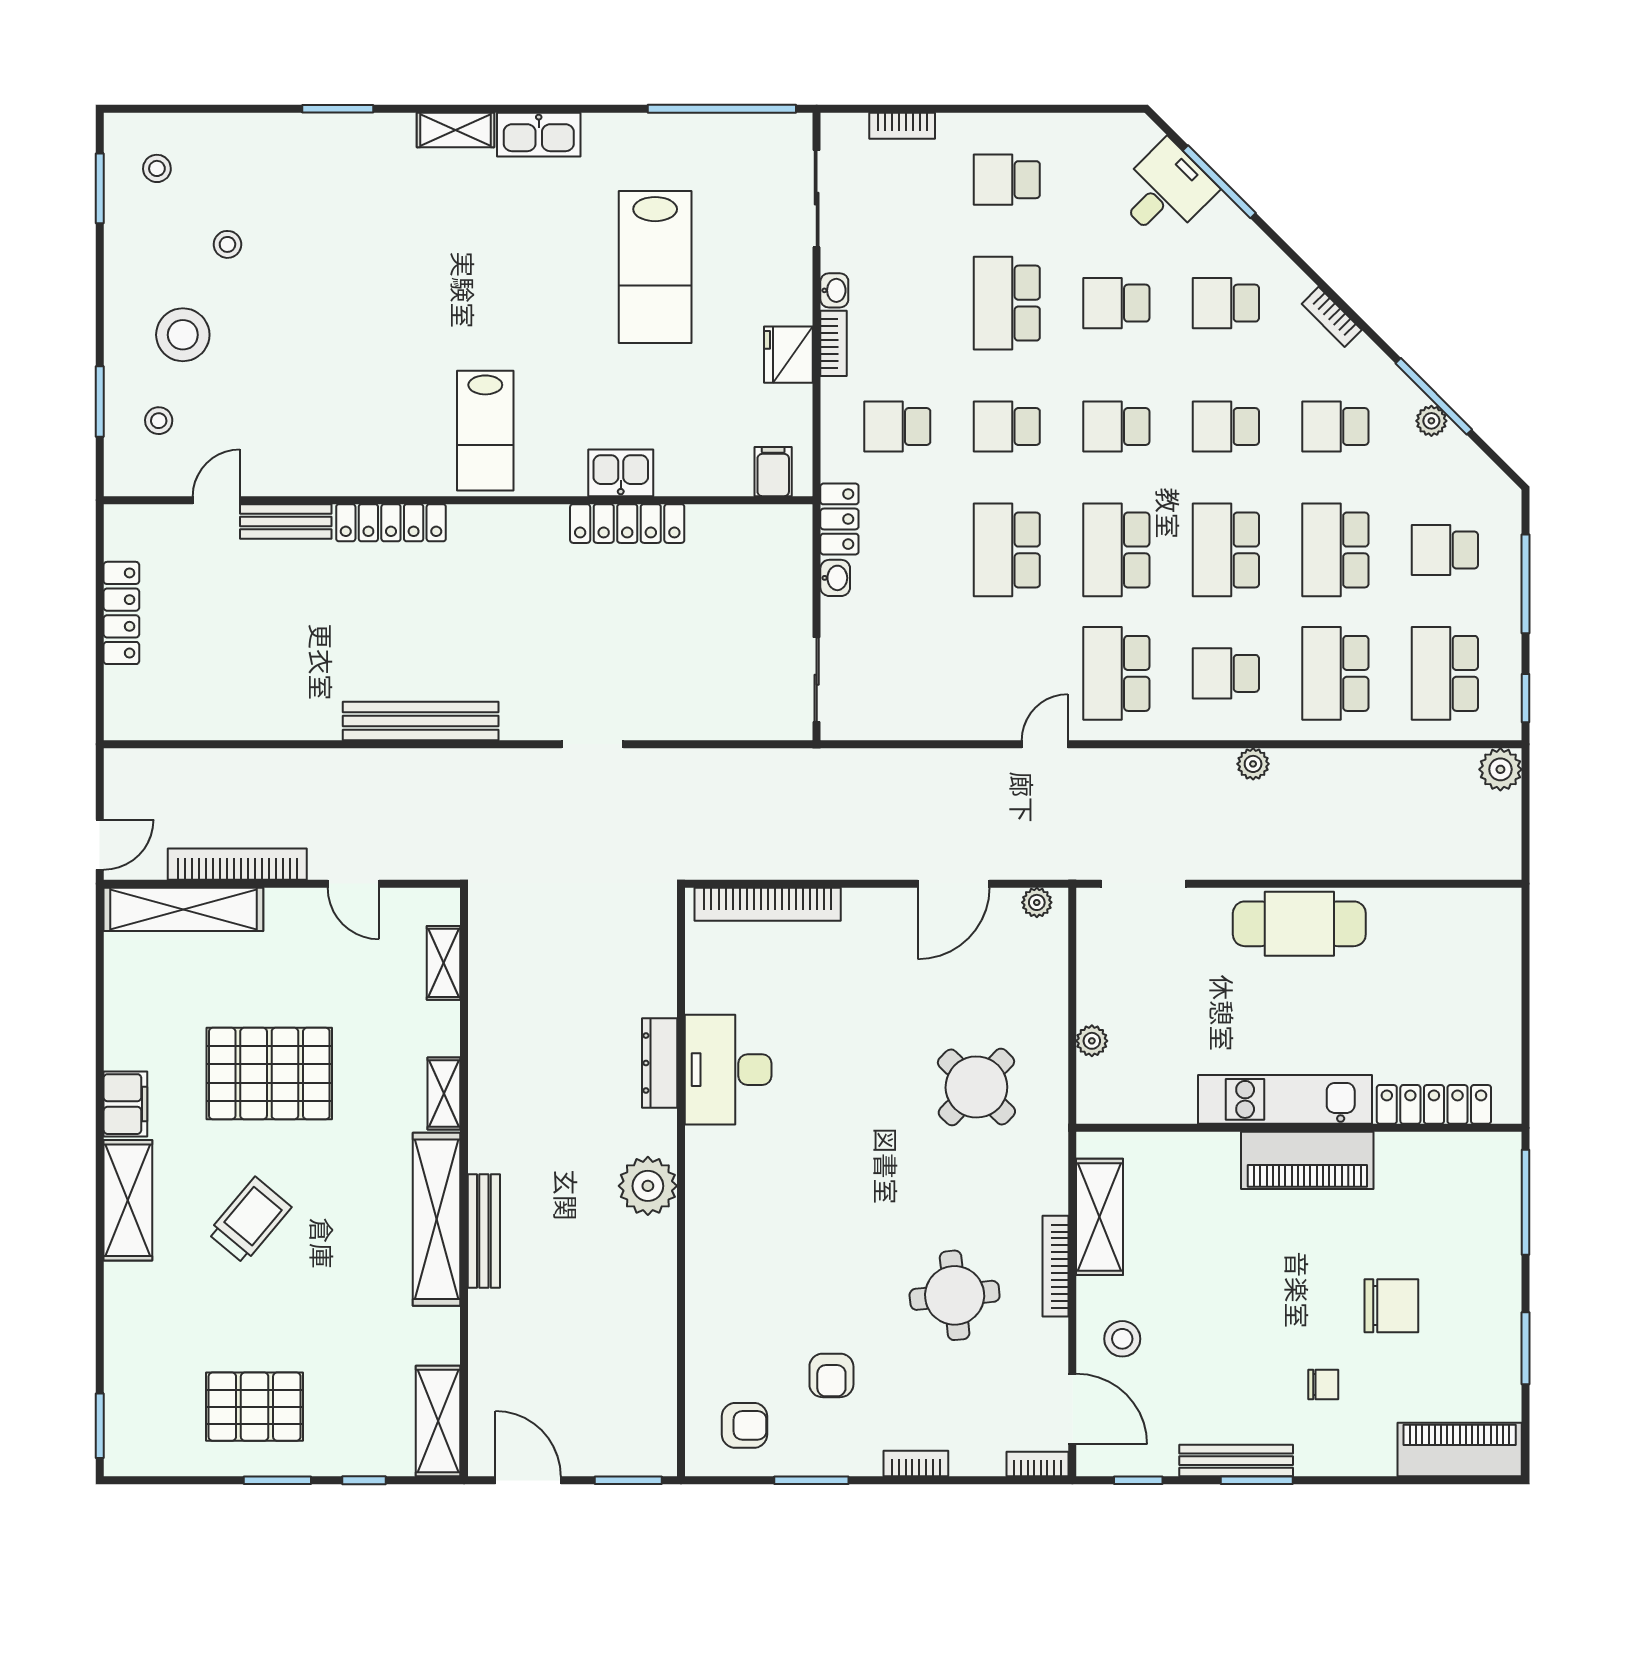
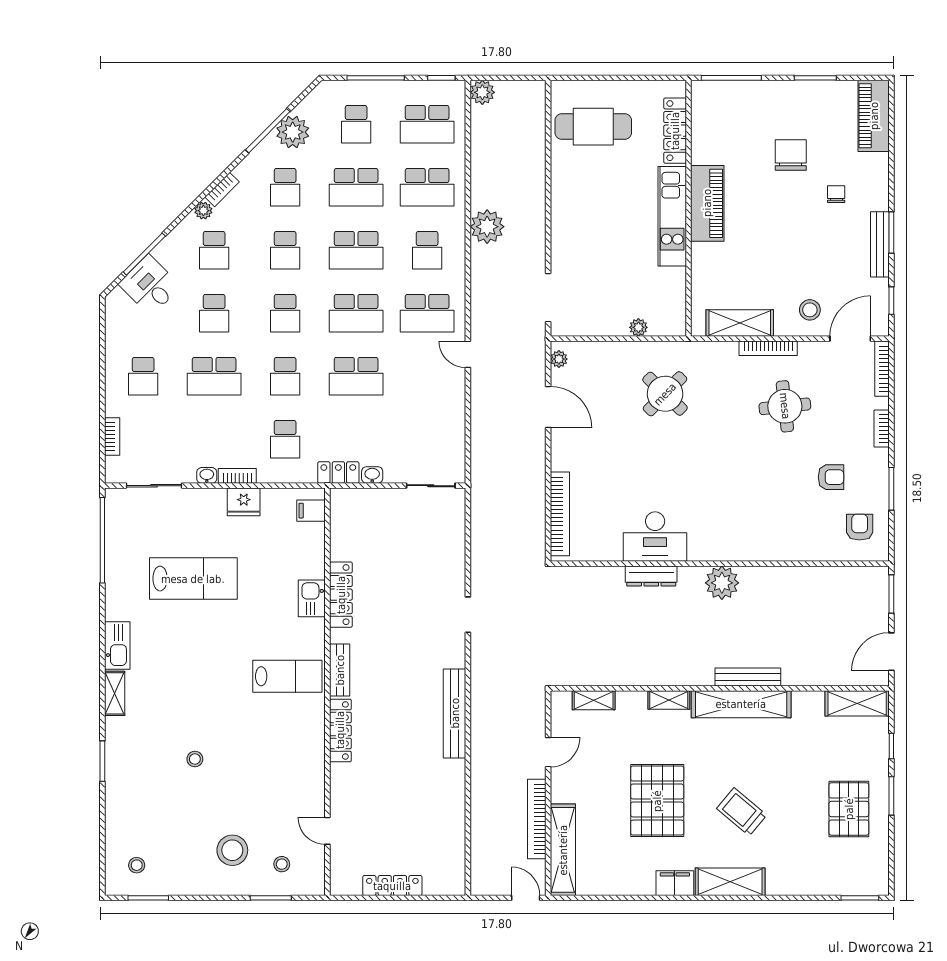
stool: (227, 244) -> (195, 759), moved
plant: (1295, 285) -> (203, 211), added
plant: (1431, 421) -> (293, 132), width x1.88, depth x1.88
bench: (286, 521) -> (340, 670), moved
plant: (1253, 764) -> (487, 227), width x1.88, depth x1.88
cafe table: (1299, 924) -> (593, 127), moved, turned 90
bookcase: (1037, 1464) -> (882, 369), width x1.56

